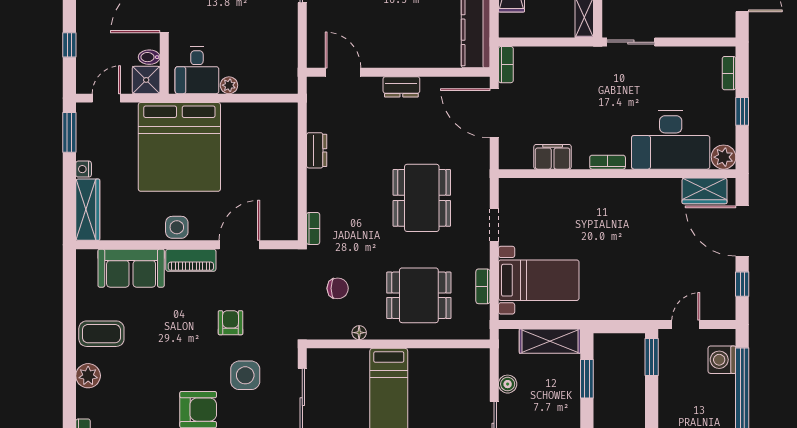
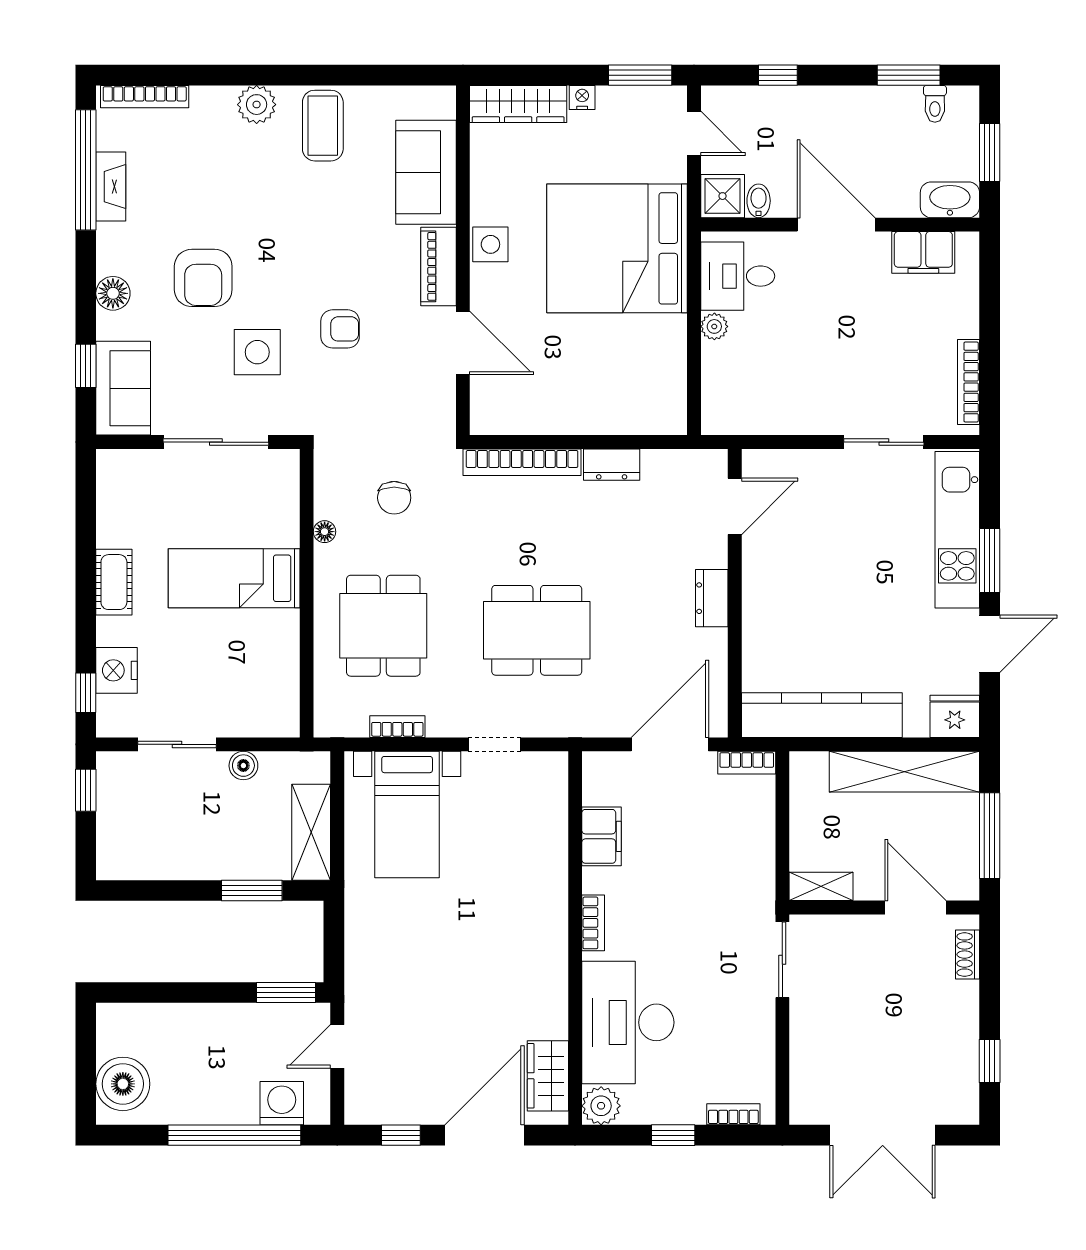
bookcase: (313, 228) -> (522, 462), width x2.31, depth x1.31
door: (686, 325) -> (337, 1046), swing flipped

